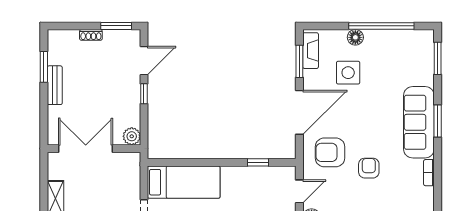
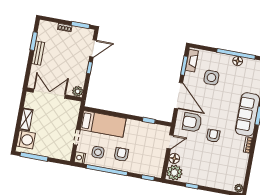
floor lamp: (355, 37) -> (238, 61), moved
door: (299, 112) -> (179, 96), hinge flipped

